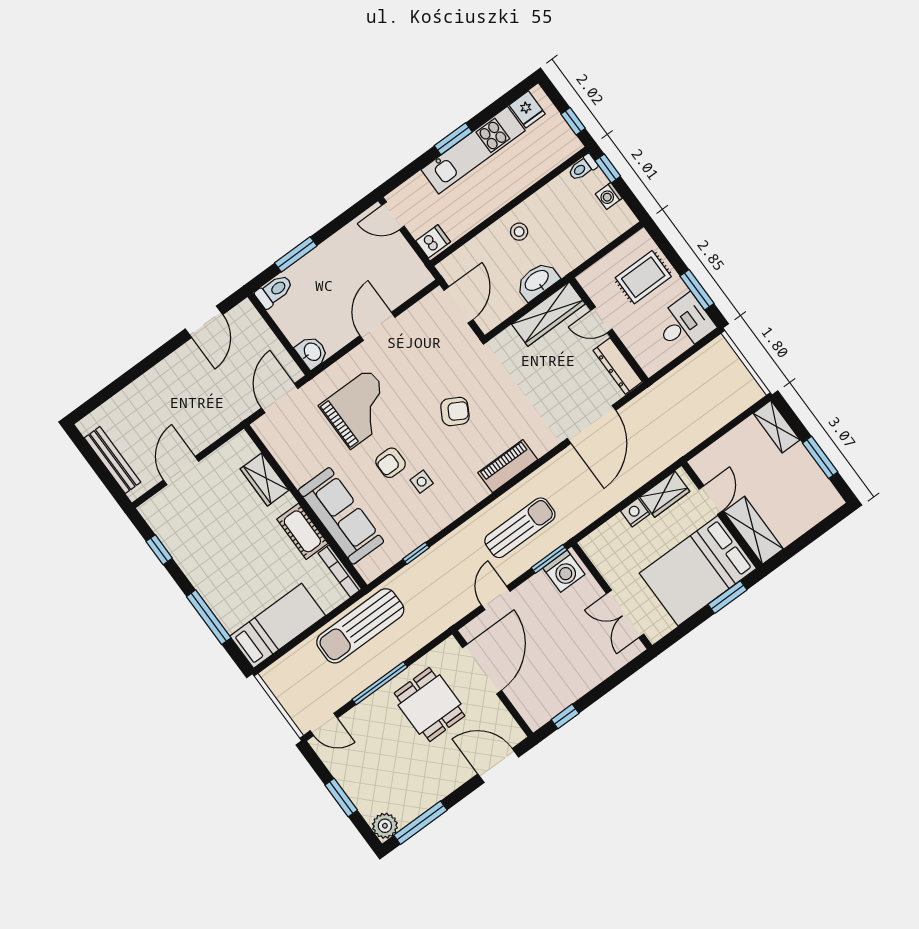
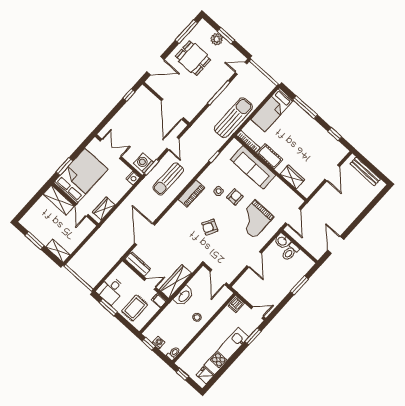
window: (453, 139) -> (253, 336), moved
window: (608, 168) -> (149, 344), moved
filing cabinet: (590, 282) -> (159, 300), added
toilet: (274, 291) -> (290, 252), moved
piano: (508, 466) -> (192, 194), moved
nightstand: (635, 513) -> (133, 178), moved
dining table: (429, 704) -> (193, 58), moved
plant: (385, 826) -> (217, 39), moved

